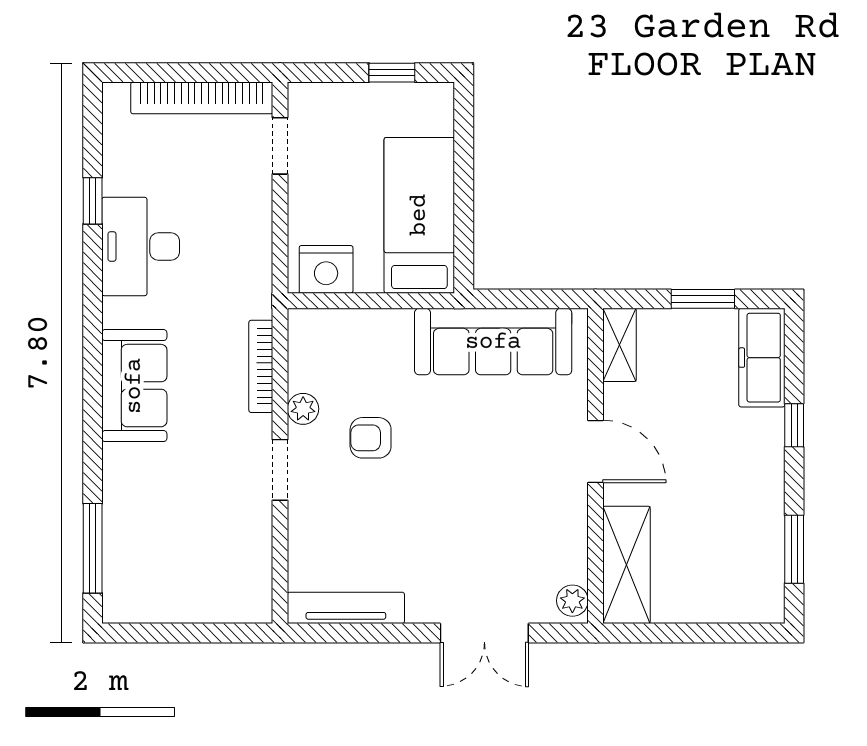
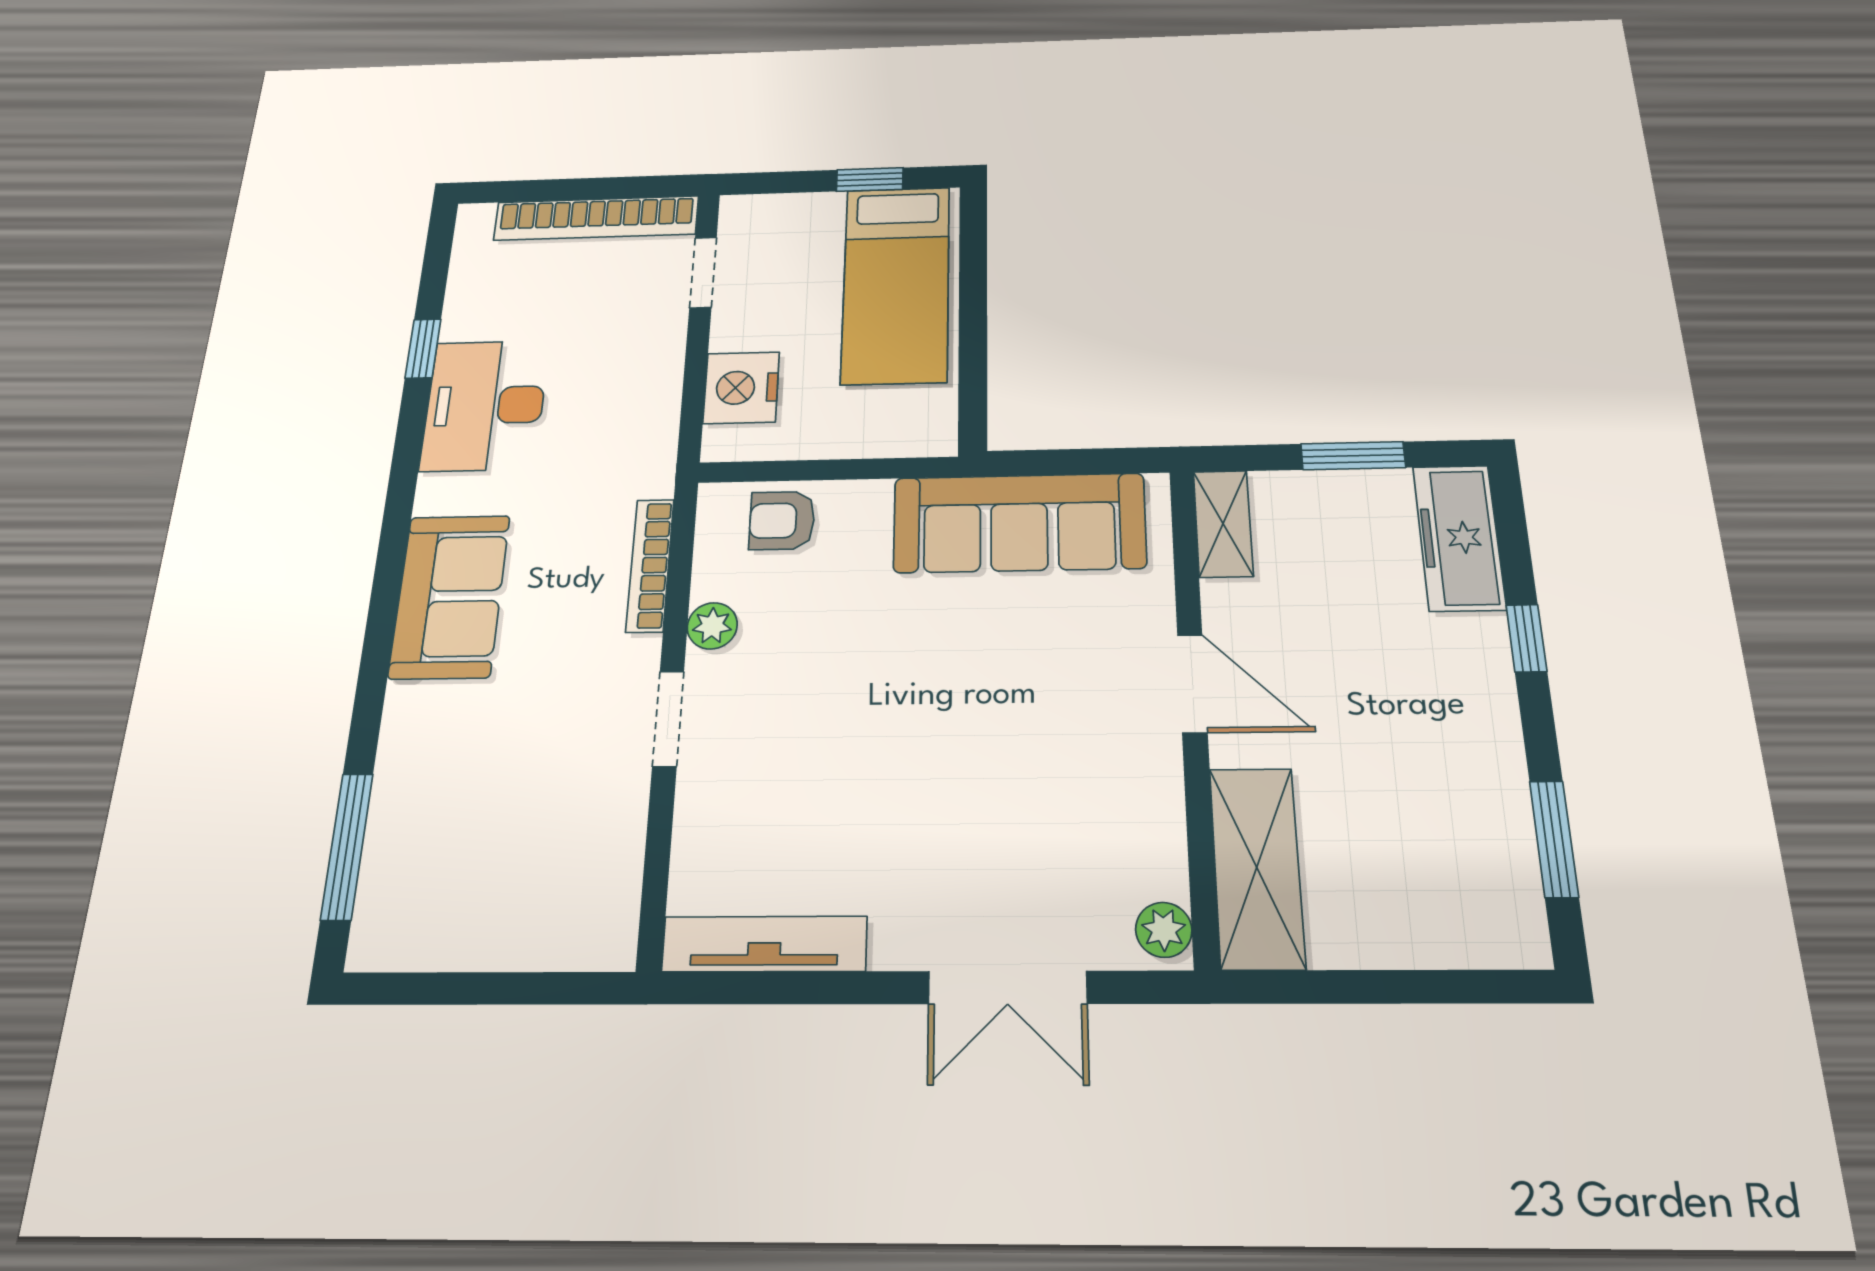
bed: (419, 215) -> (896, 284), moved, turned 180
nightstand: (326, 269) -> (741, 388), moved, turned 90
armchair: (371, 438) -> (782, 521), moved

